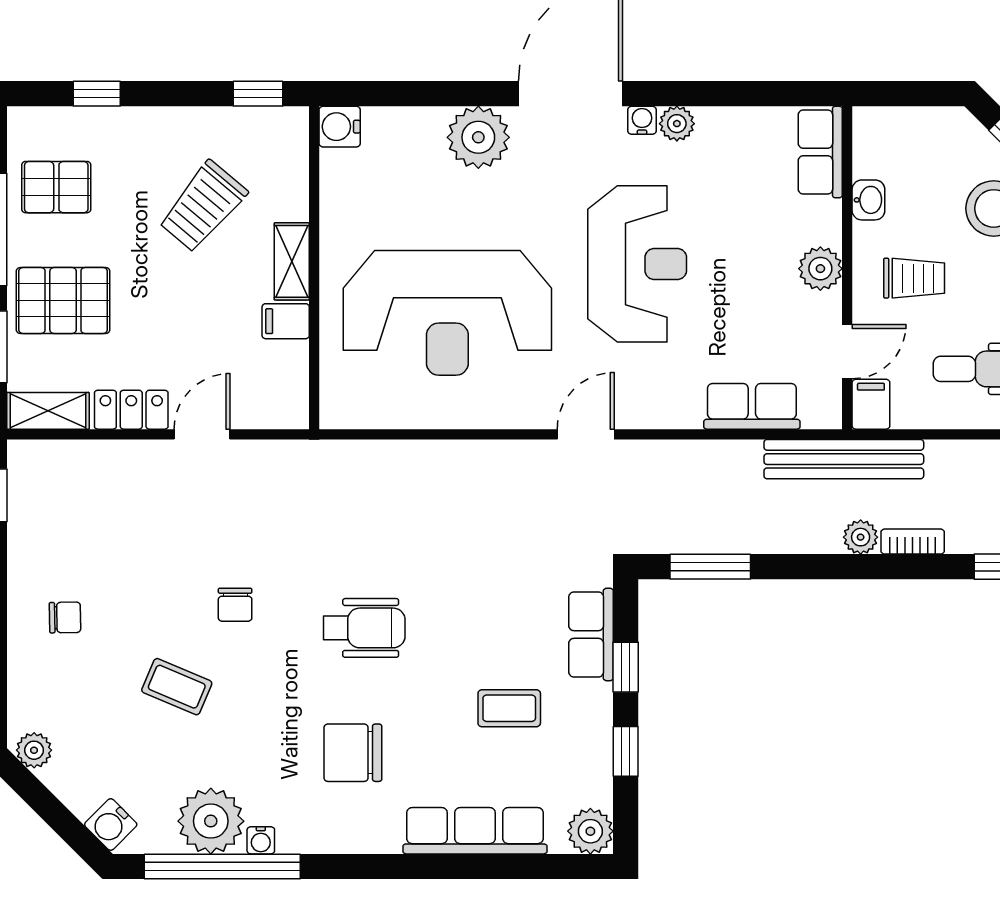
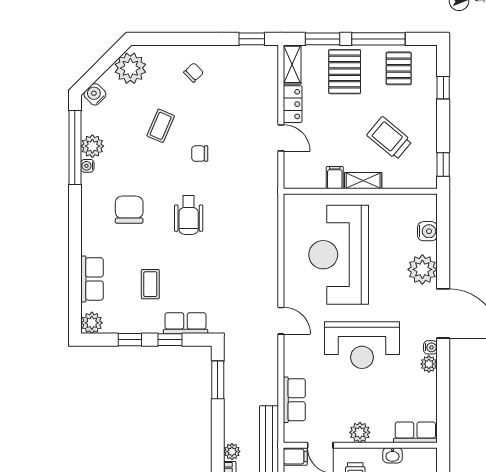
water cooler: (340, 127) -> (427, 231), moved, turned 90
chair: (65, 617) -> (194, 73), turned -133
plant: (34, 750) -> (130, 68), width x1.88, depth x1.88
plant: (211, 821) -> (92, 146), width x0.73, depth x0.73
row of seats: (475, 831) -> (92, 279), width x0.68

